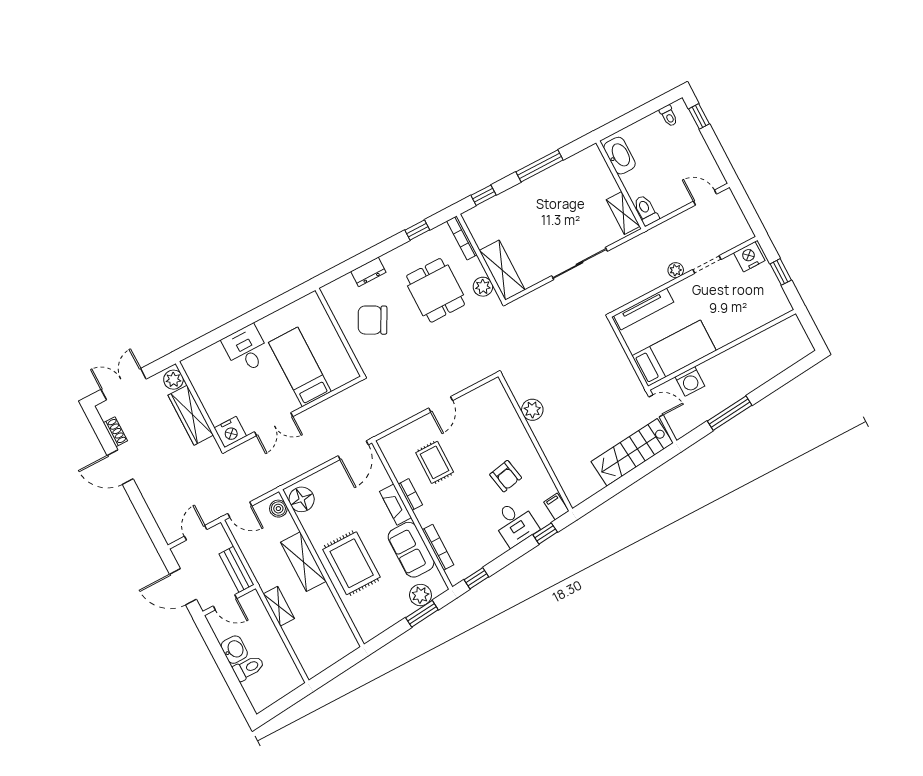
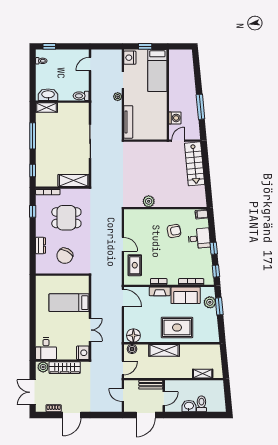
shelving: (623, 213) -> (47, 107), moved
plant: (483, 287) -> (77, 194), removed
desk: (246, 349) -> (46, 349), moved, turned -90
bed: (674, 353) -> (157, 70), moved, turned 180
rug: (435, 462) -> (135, 265), moved, turned 90
window: (545, 533) -> (214, 248), moved
shelving: (279, 606) -> (203, 374), moved

